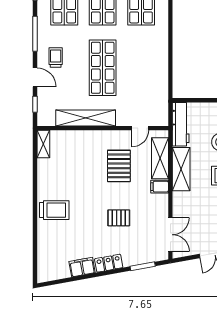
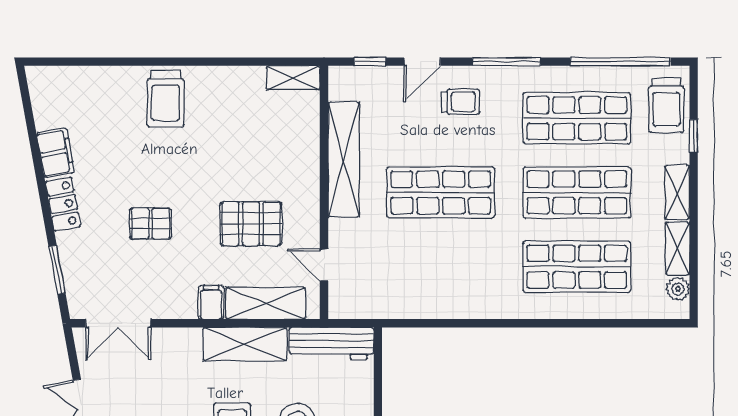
pallet: (119, 218) -> (151, 224), turned 90

